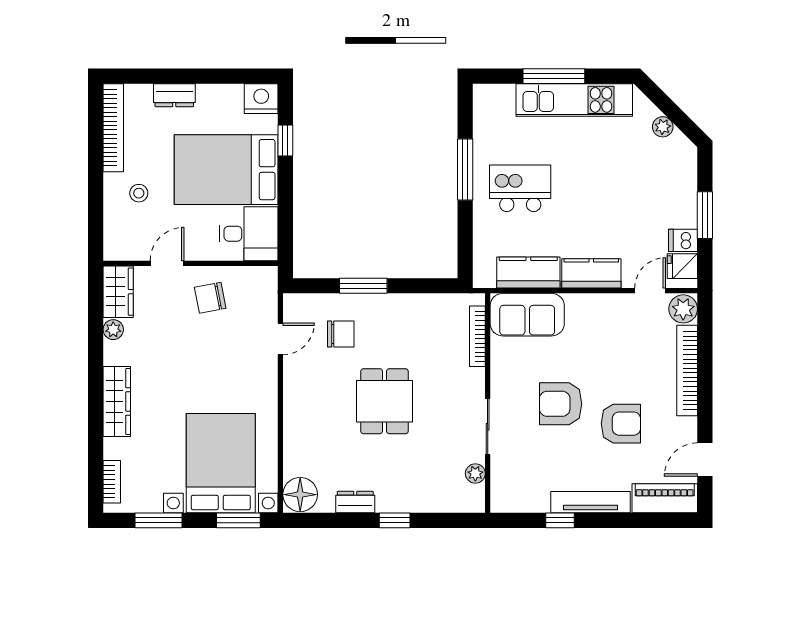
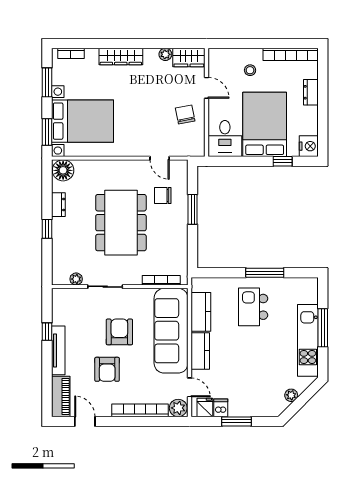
kitchen island: (520, 188) -> (253, 307), turned 180
sofa: (527, 315) -> (171, 331), width x1.85, depth x1.27
chair: (341, 334) -> (163, 195), turned 90
dining table: (384, 401) -> (121, 223), width x1.88, depth x1.24

